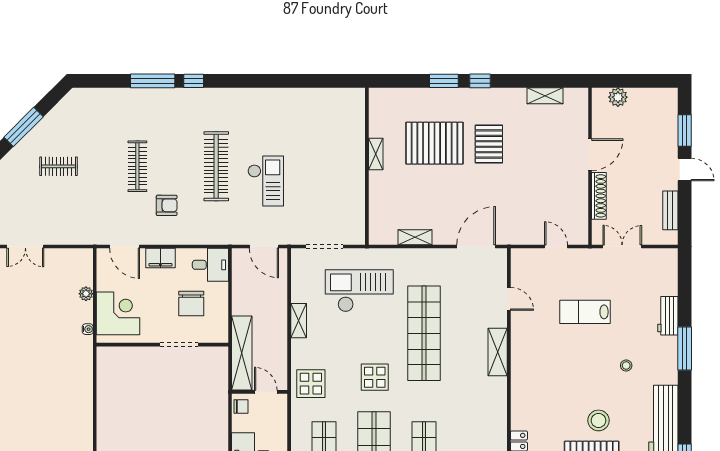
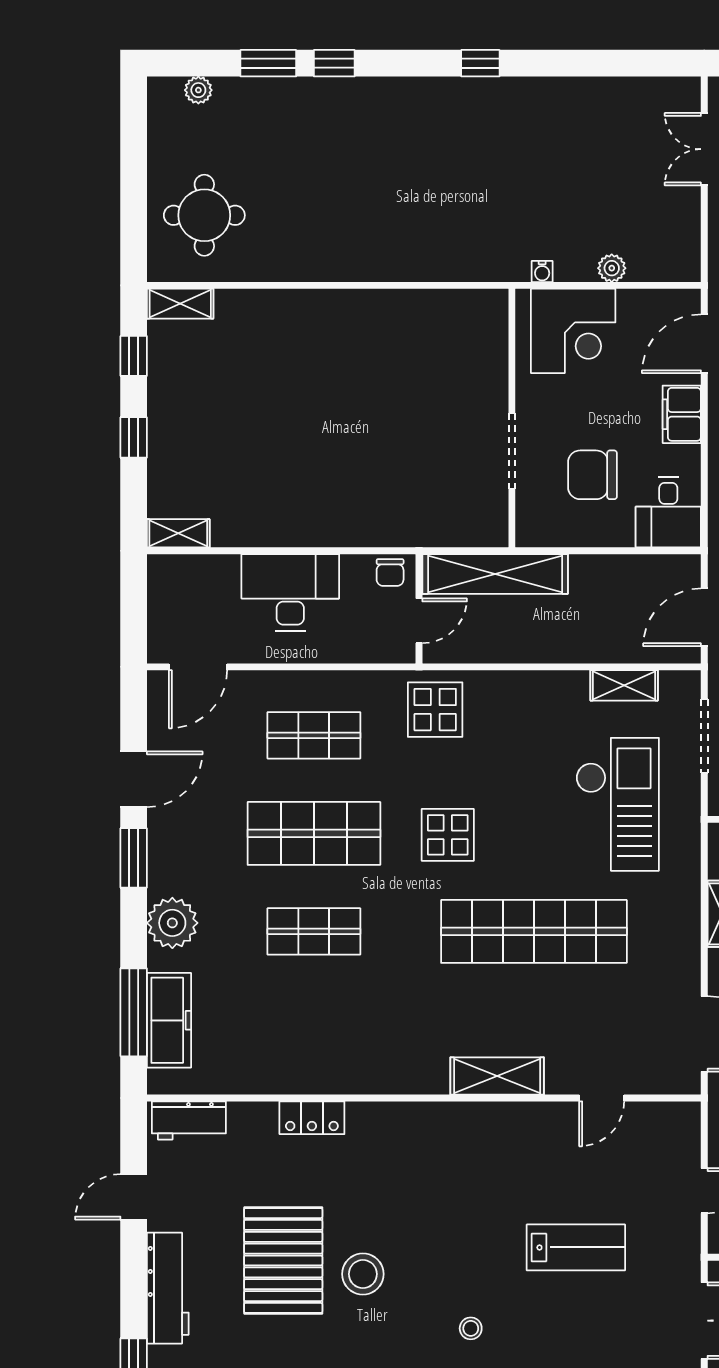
lab bench: (585, 312) -> (576, 1247), turned 90
shelving: (299, 321) -> (624, 685), moved

